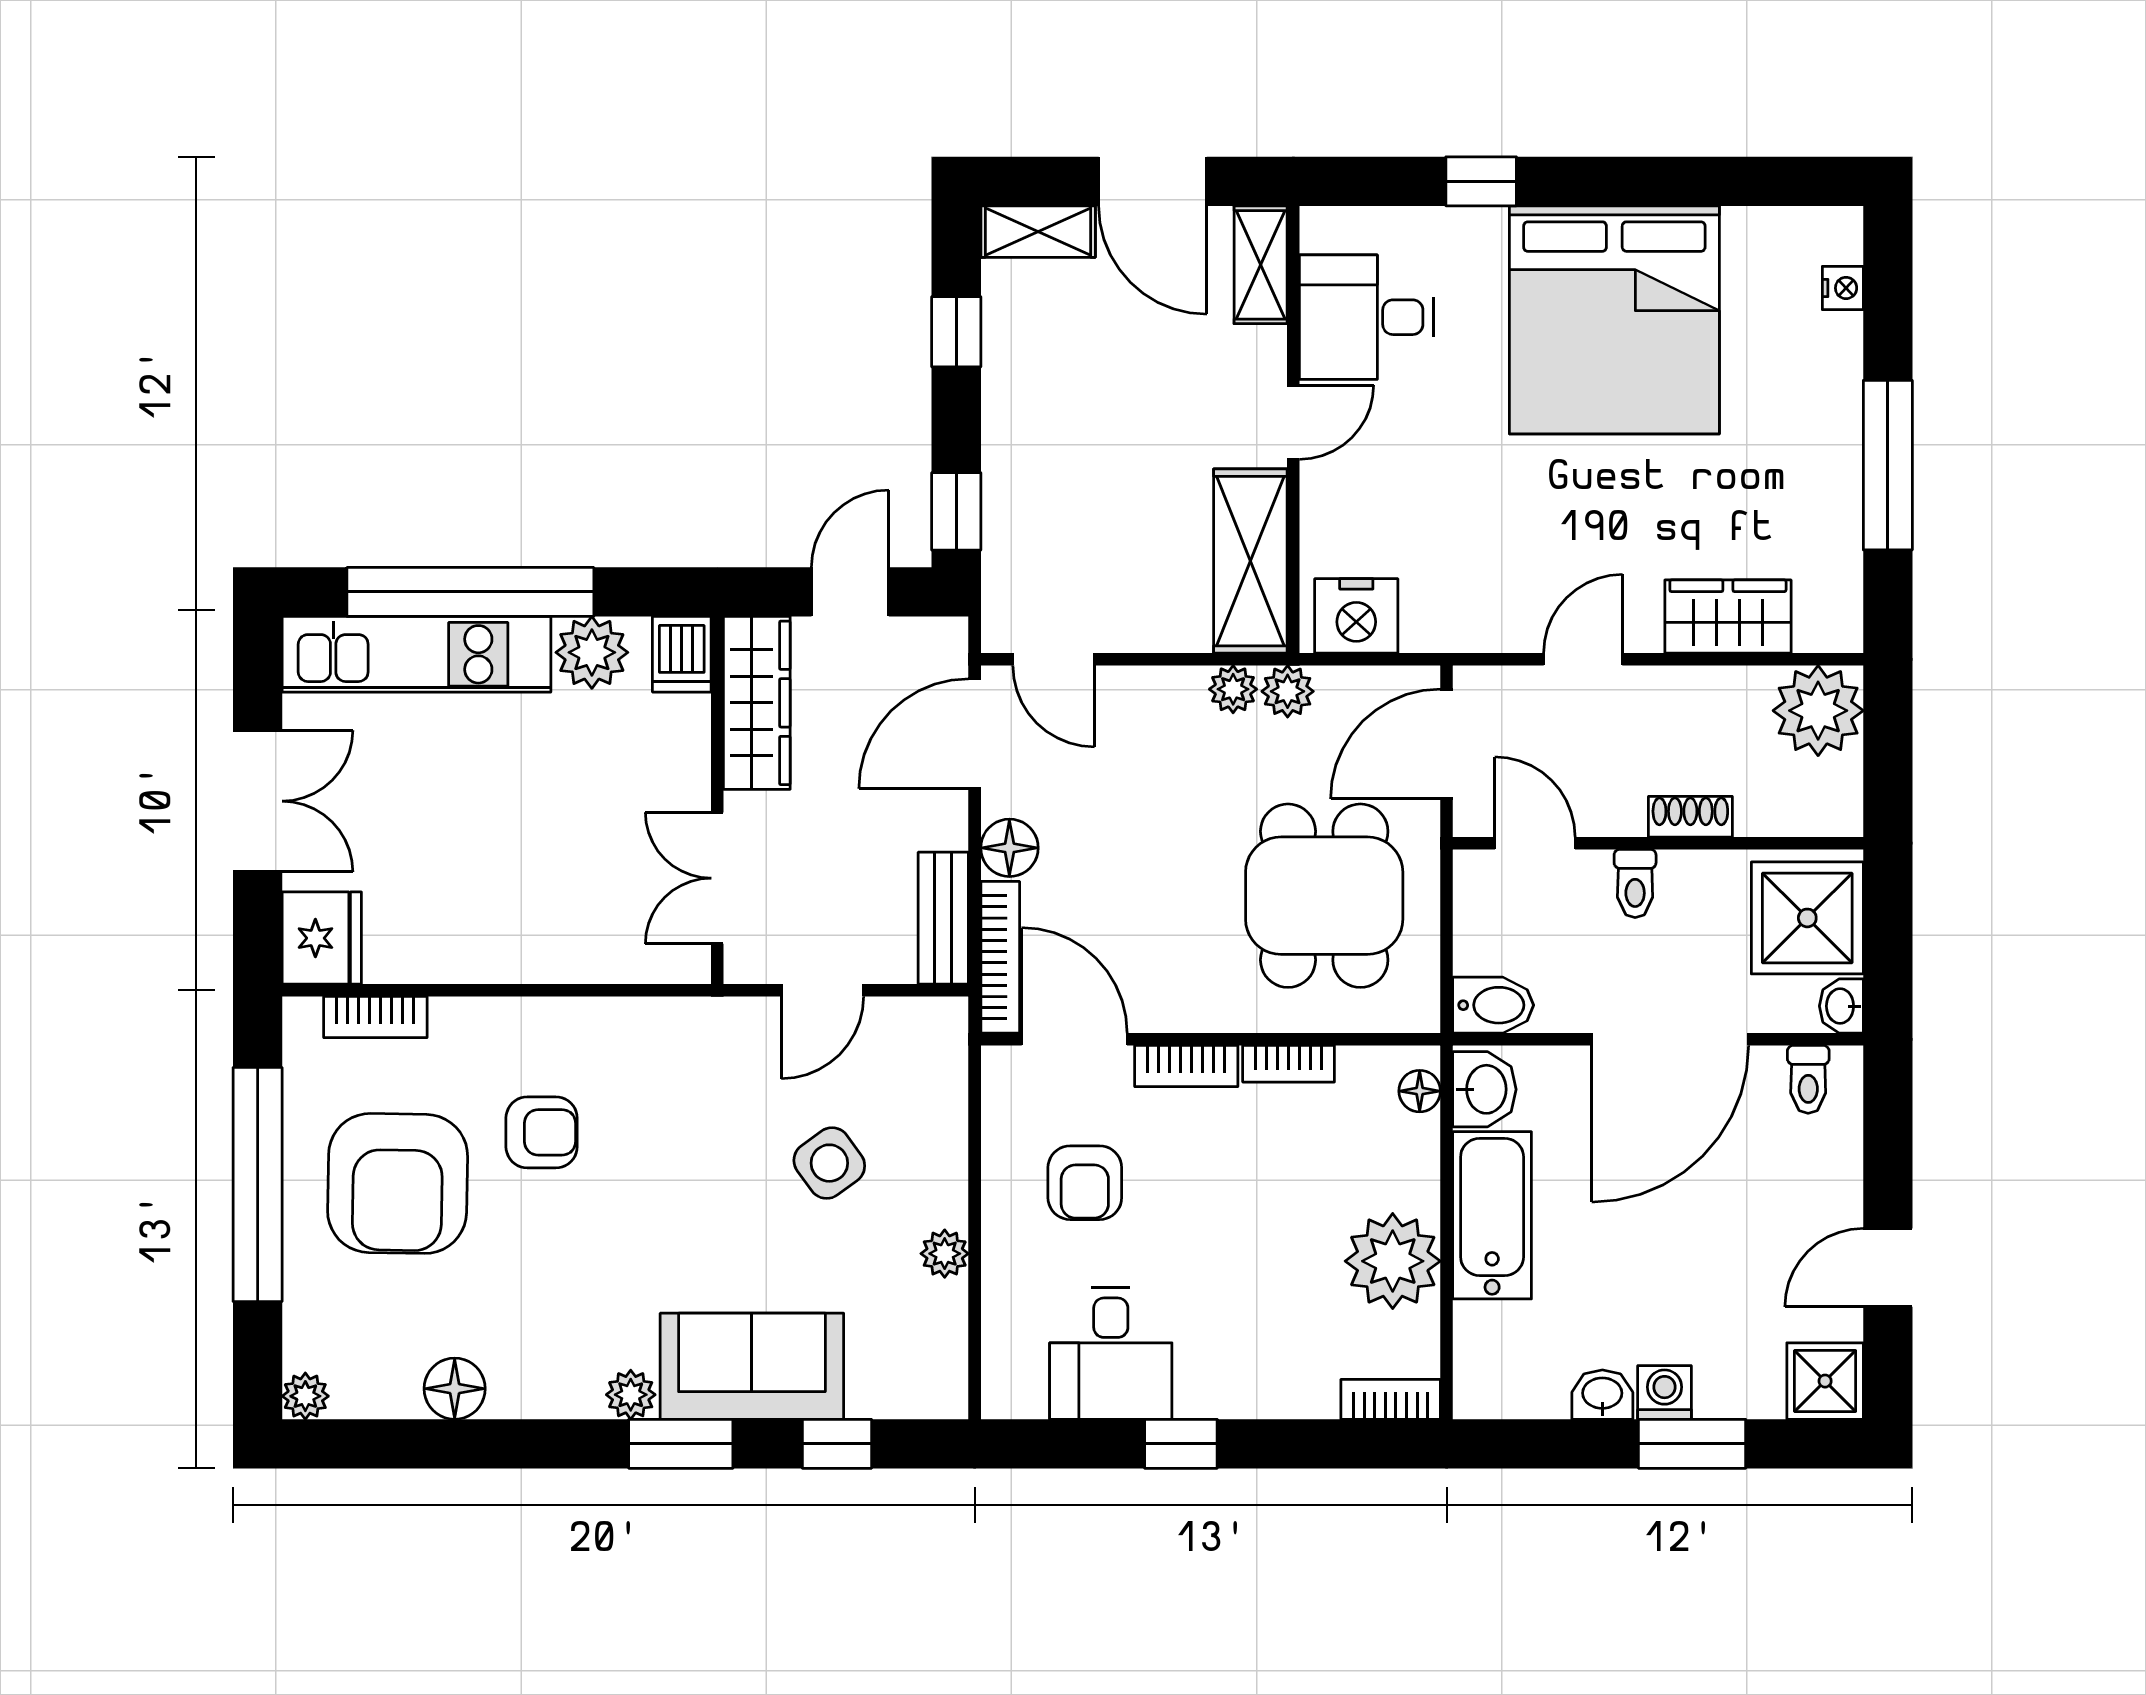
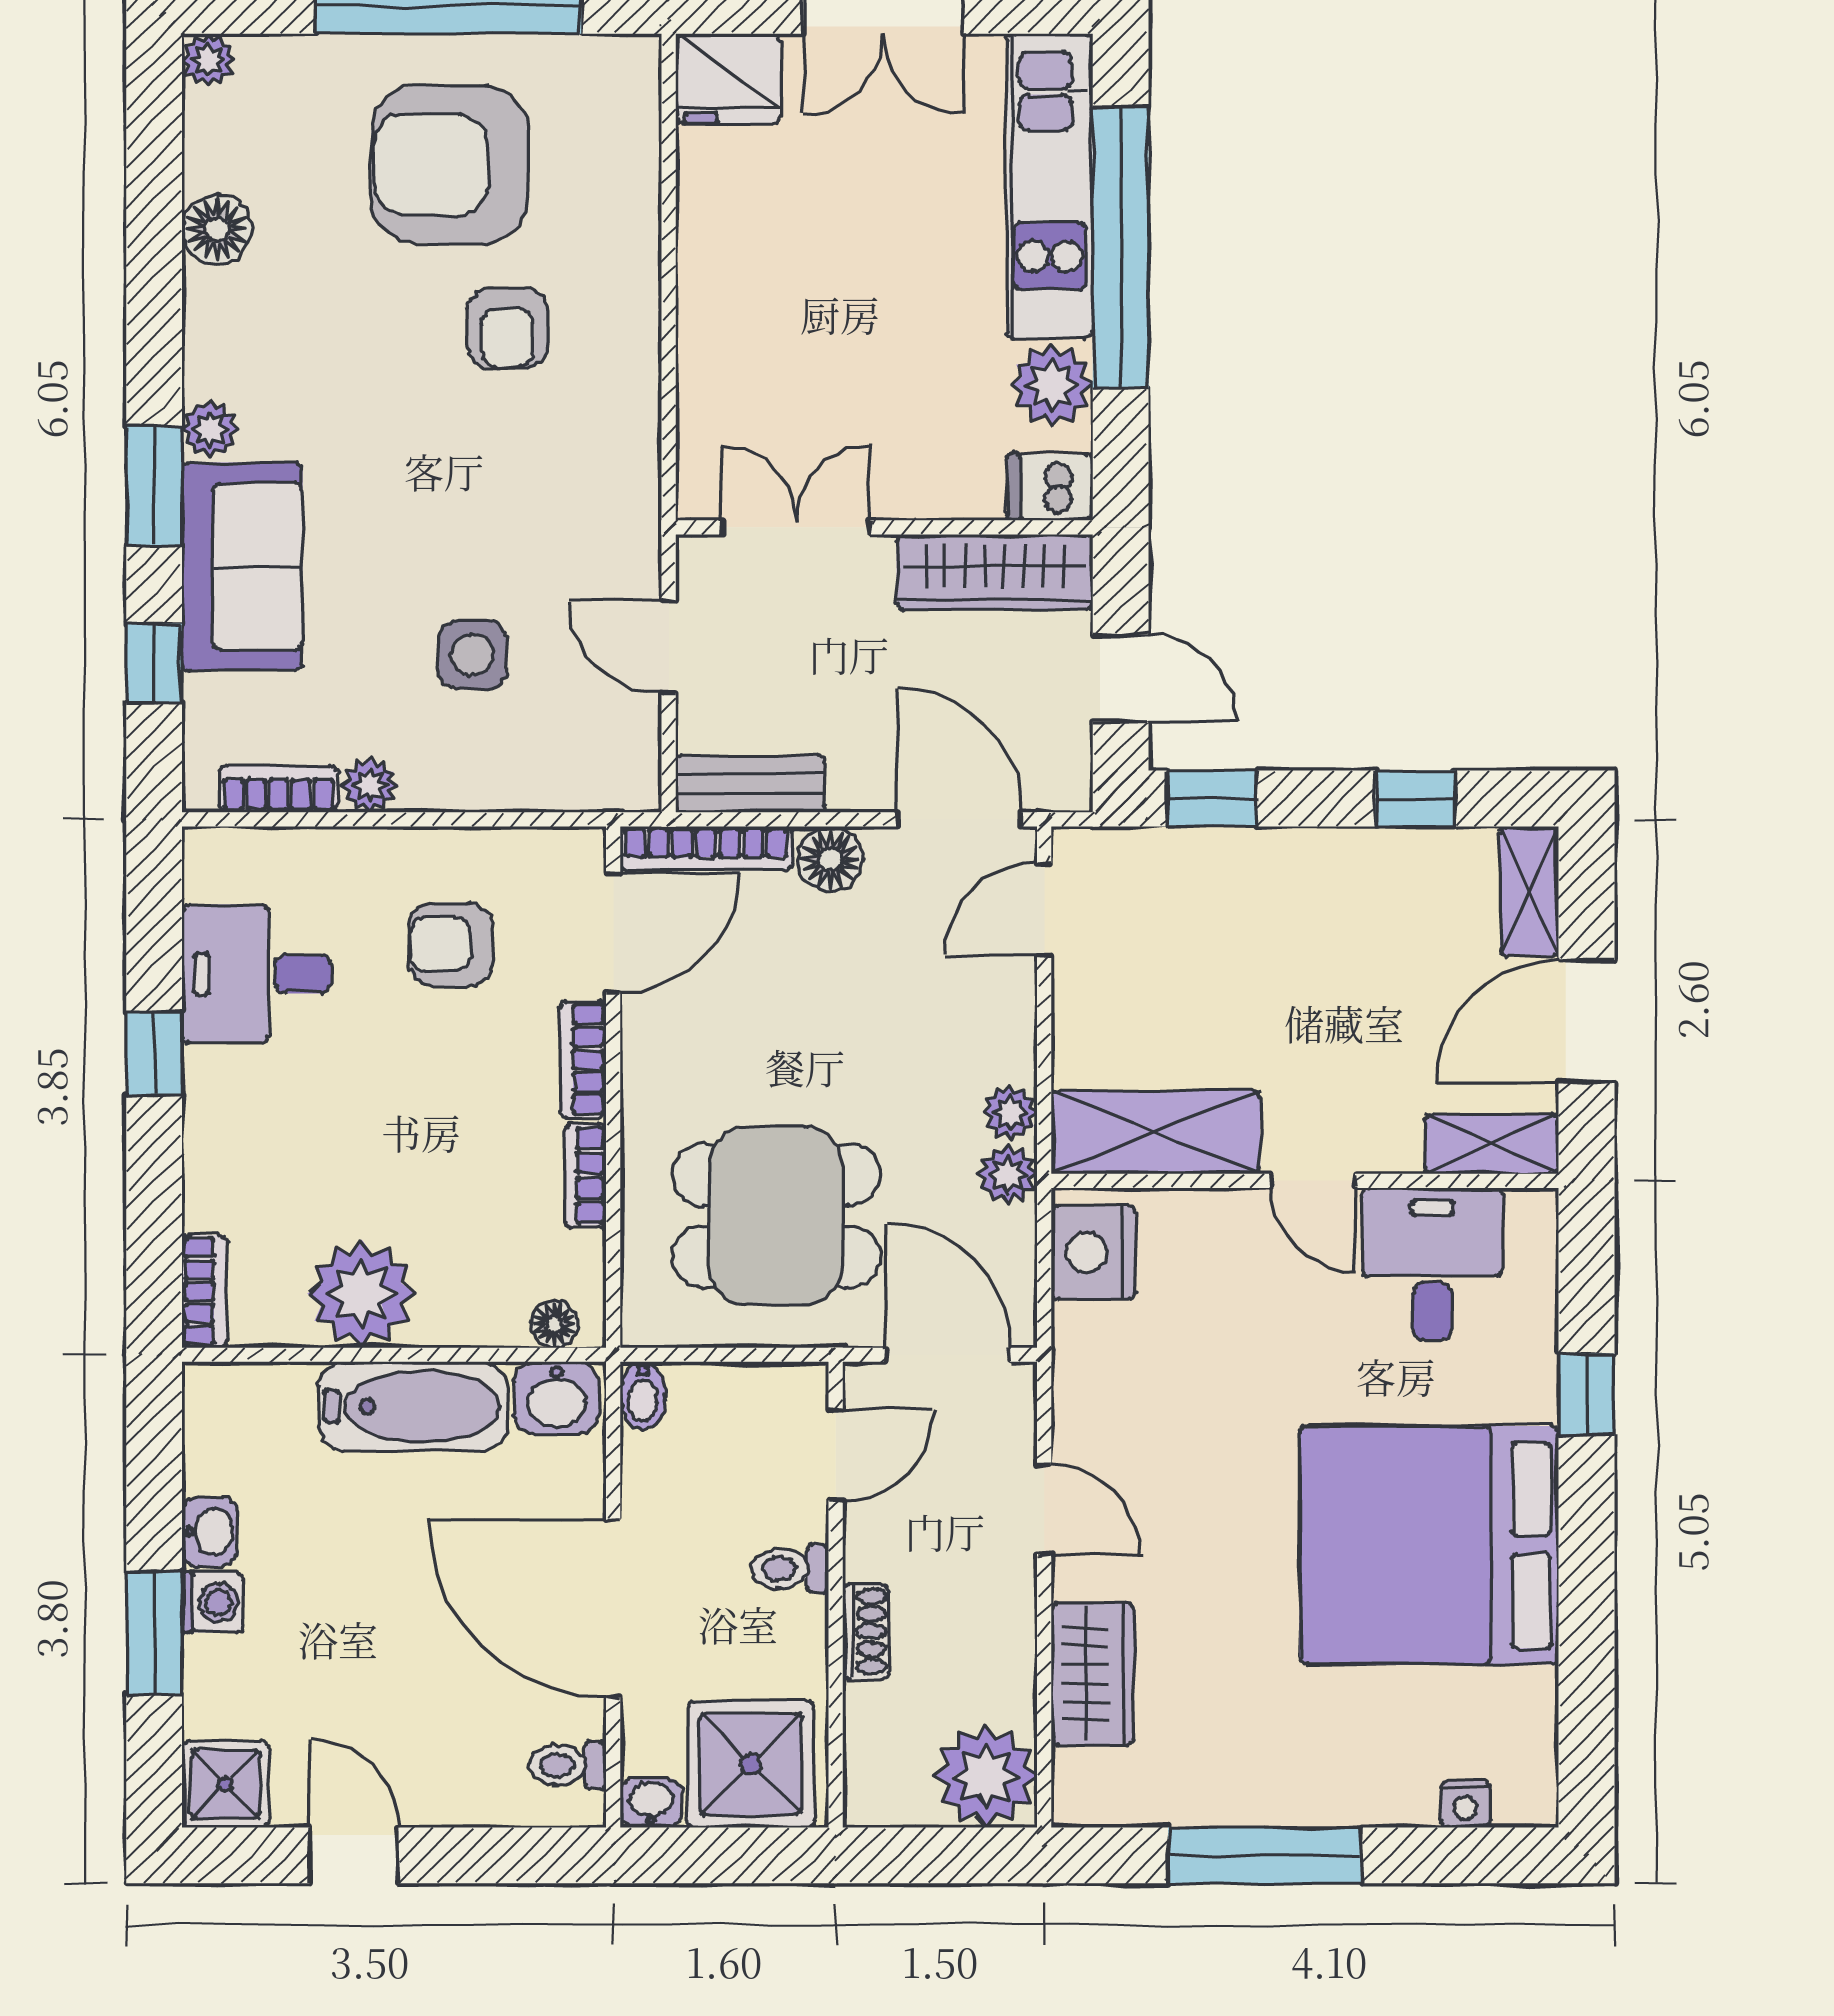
bidet: (1493, 1005) -> (643, 1396), width x0.72, depth x0.74
bookcase: (375, 1017) -> (279, 789), moved, turned 90
side table: (829, 1163) -> (473, 655), turned 36

